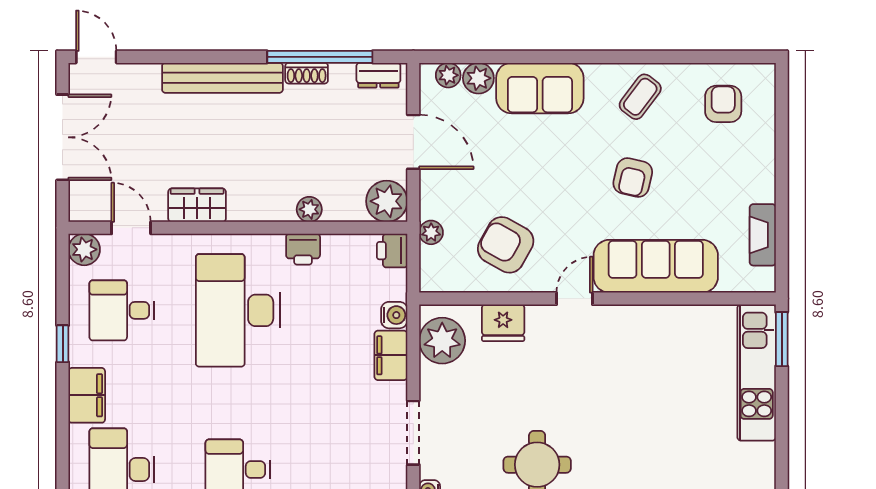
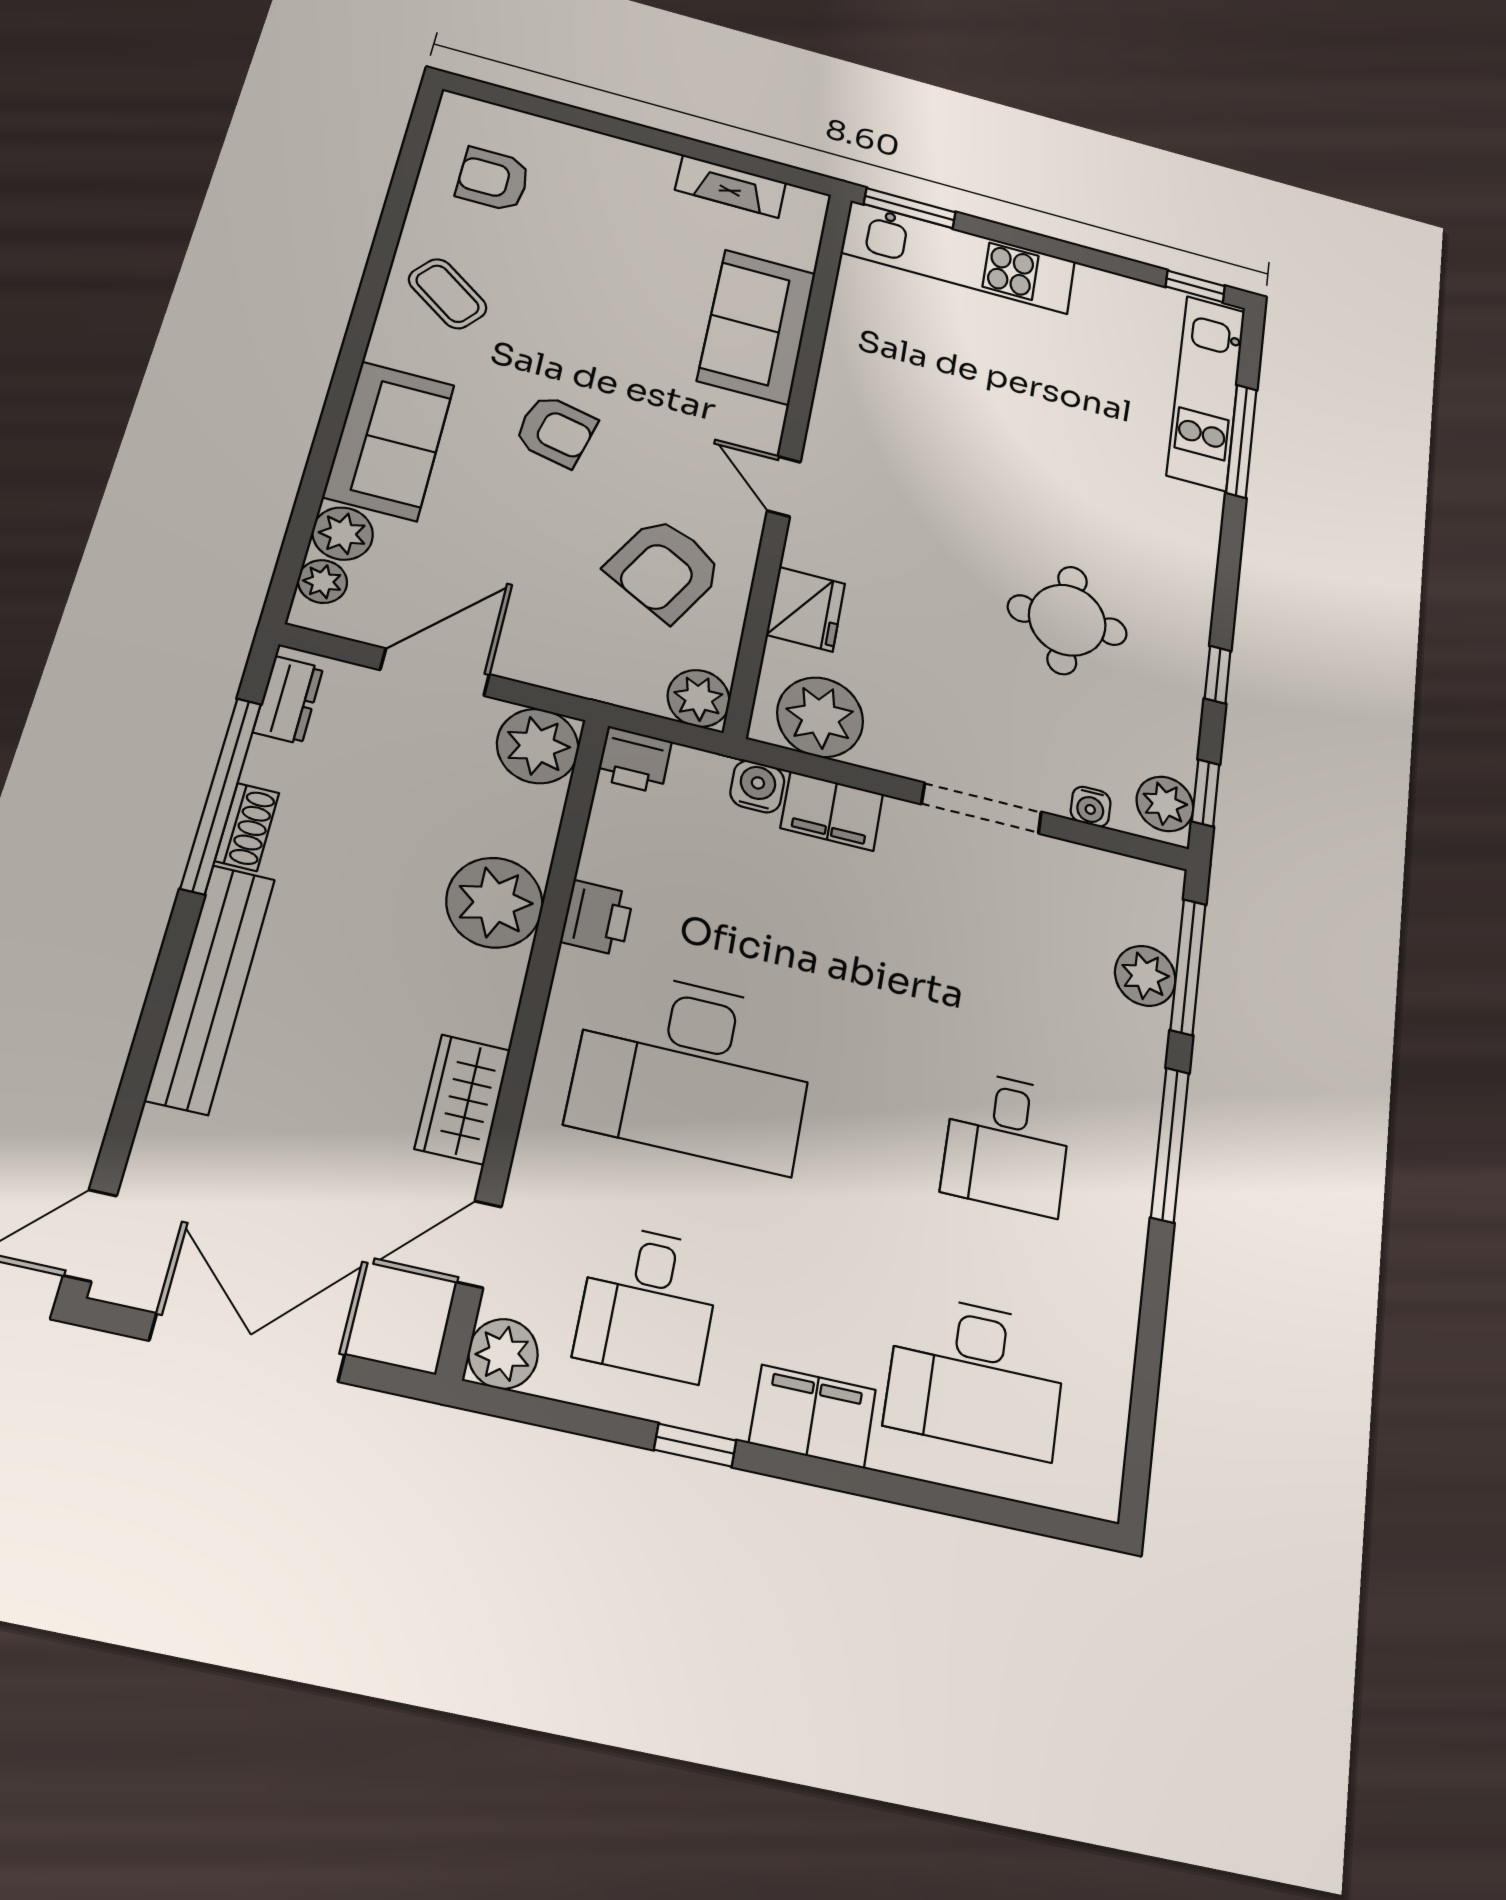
armchair: (633, 178) -> (556, 431), moved
plant: (309, 209) -> (494, 903), width x1.88, depth x1.88
plant: (431, 232) -> (699, 698), moved, width x1.38, depth x1.38
sofa: (656, 266) -> (757, 327), width x0.73

